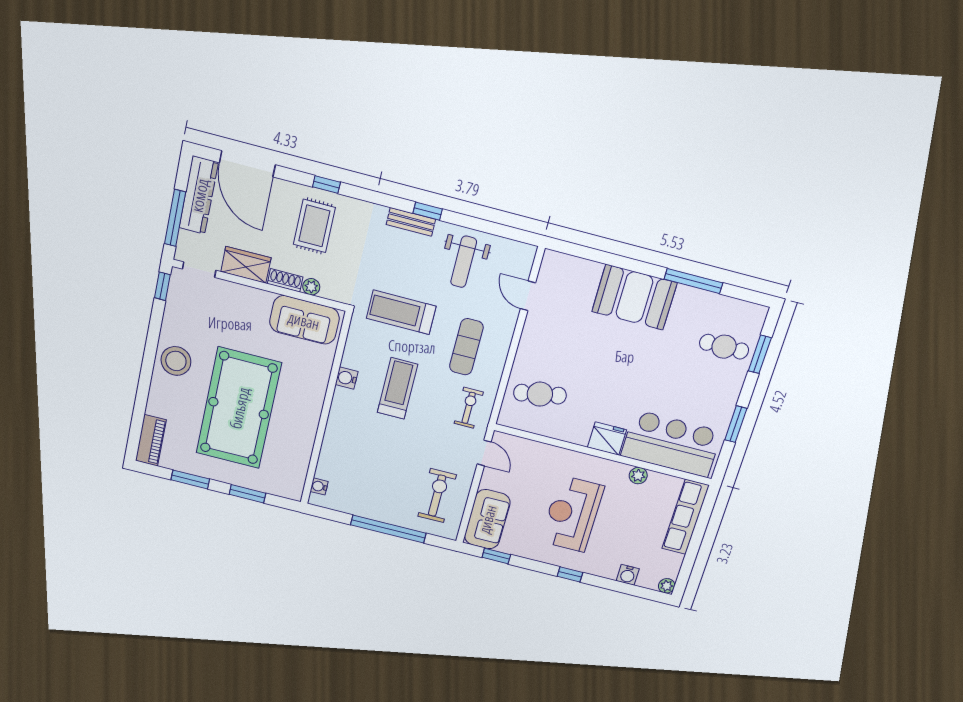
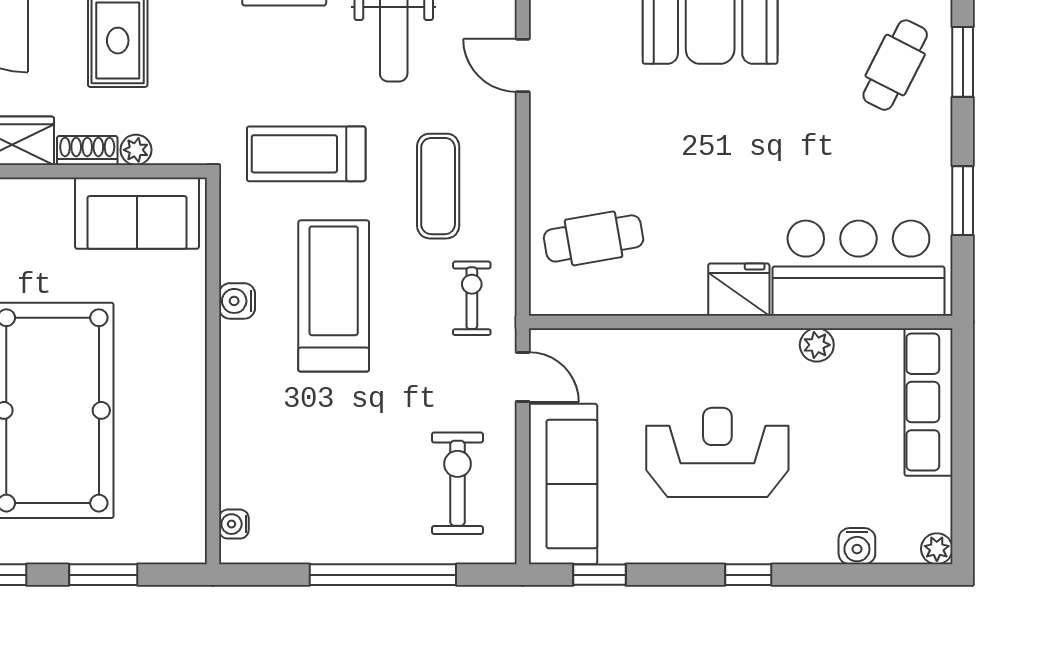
cafe table: (724, 347) -> (895, 65), turned -63
treadmill: (397, 388) -> (334, 296), width x1.37, depth x1.38
reception desk: (572, 514) -> (717, 452), turned 90
sofa: (487, 519) -> (563, 484), width x1.36

